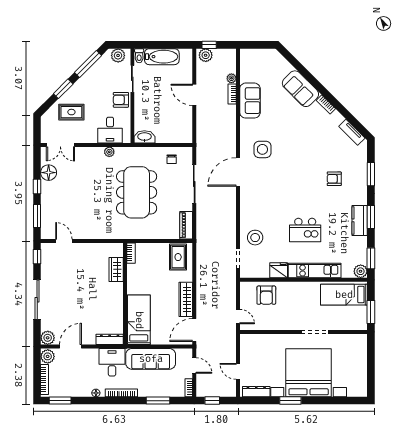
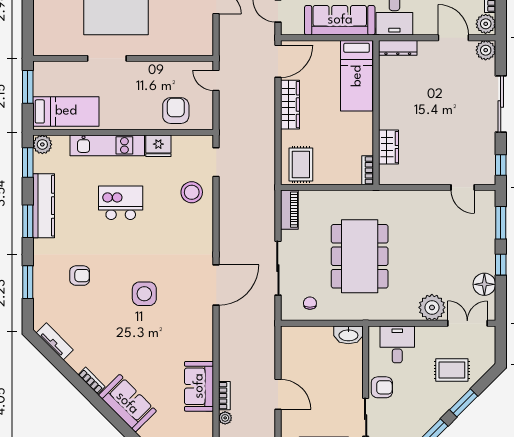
side table: (262, 149) -> (144, 294), moved
plant: (109, 152) -> (432, 307), moved, width x1.87, depth x1.87
kitchen counter: (360, 220) -> (44, 206), width x1.50
door: (70, 347) -> (453, 38), swing flipped

